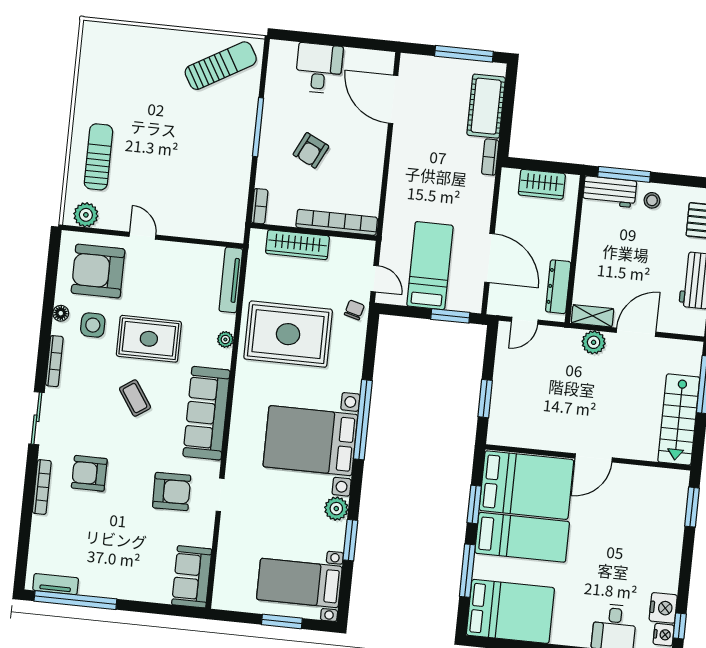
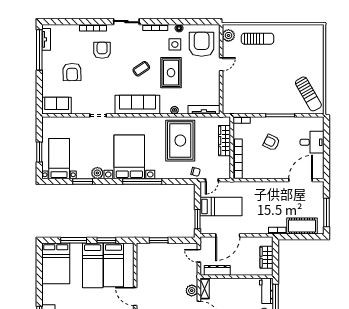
bed: (526, 485) -> (114, 265), width x0.67
armchair: (172, 491) -> (72, 72), moved

